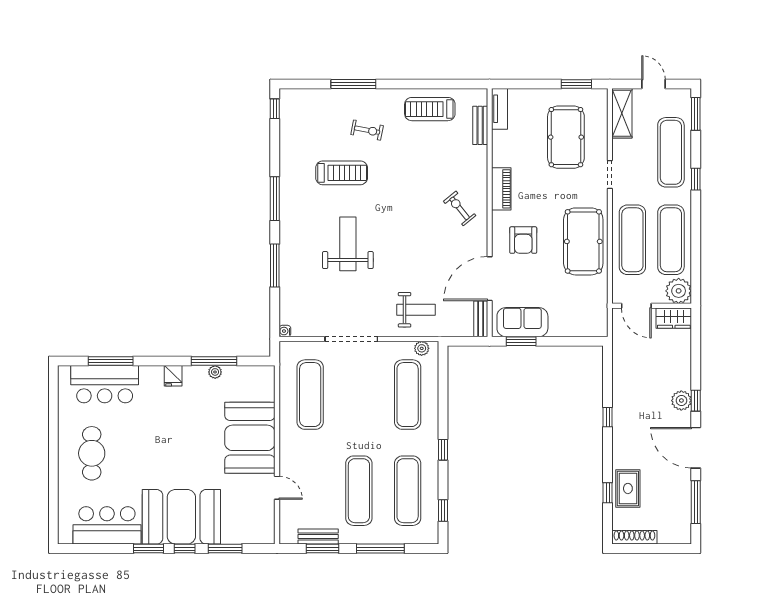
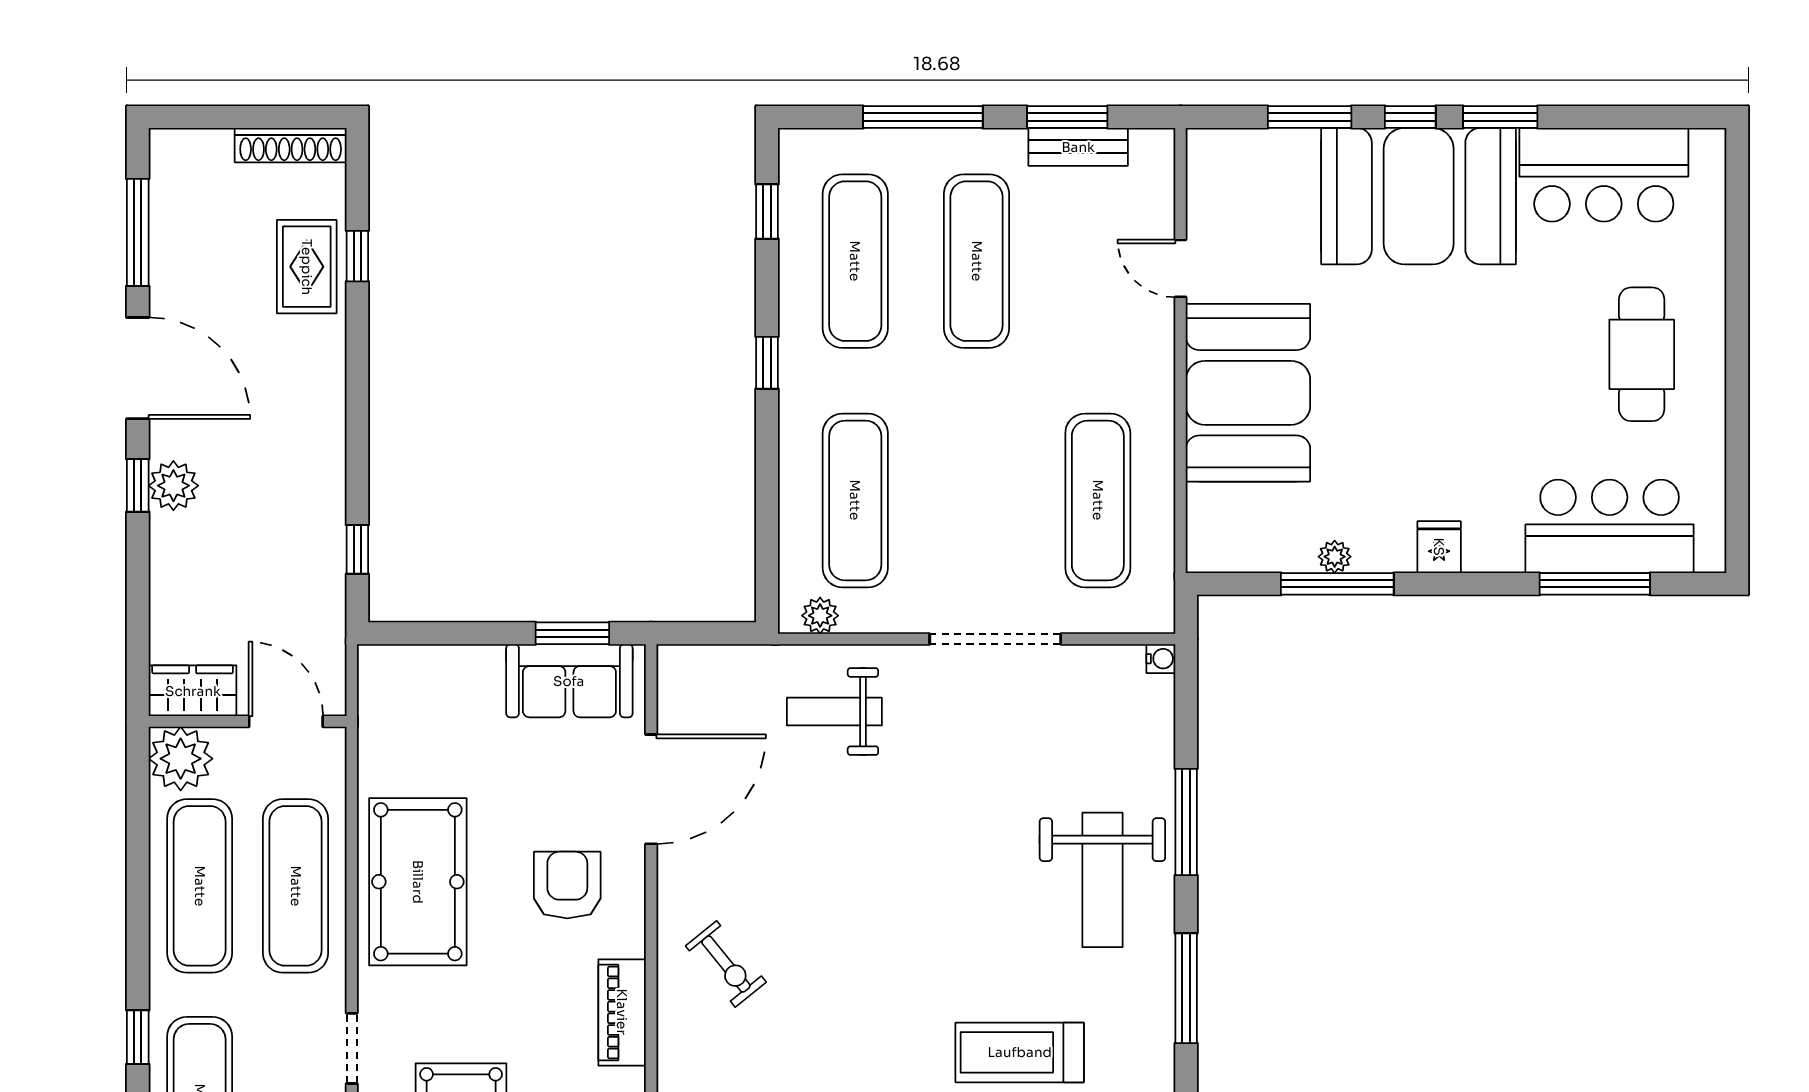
weight bench: (348, 244) -> (1102, 880), moved
bench: (481, 319) -> (673, 689), removed
window: (608, 417) -> (357, 549), moved

